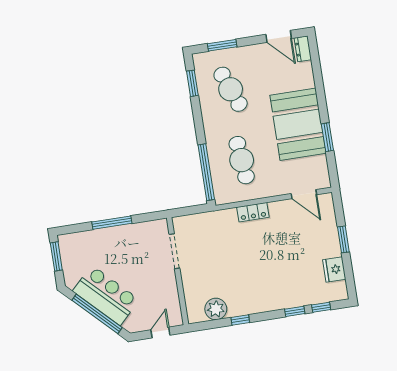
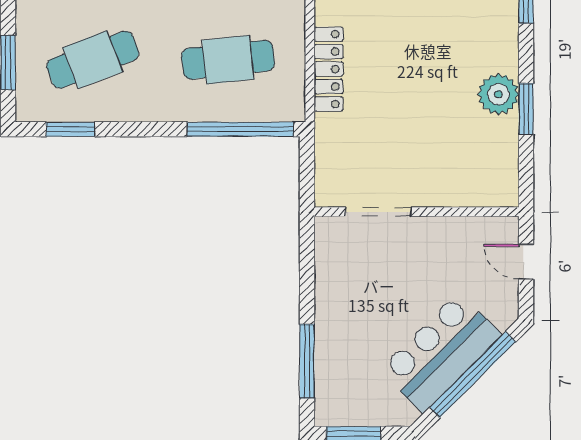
locker: (253, 212) -> (329, 69), width x1.53
window: (112, 223) -> (307, 361), moved
plant: (216, 309) -> (498, 94), moved
window: (240, 320) -> (526, 109), width x1.50

